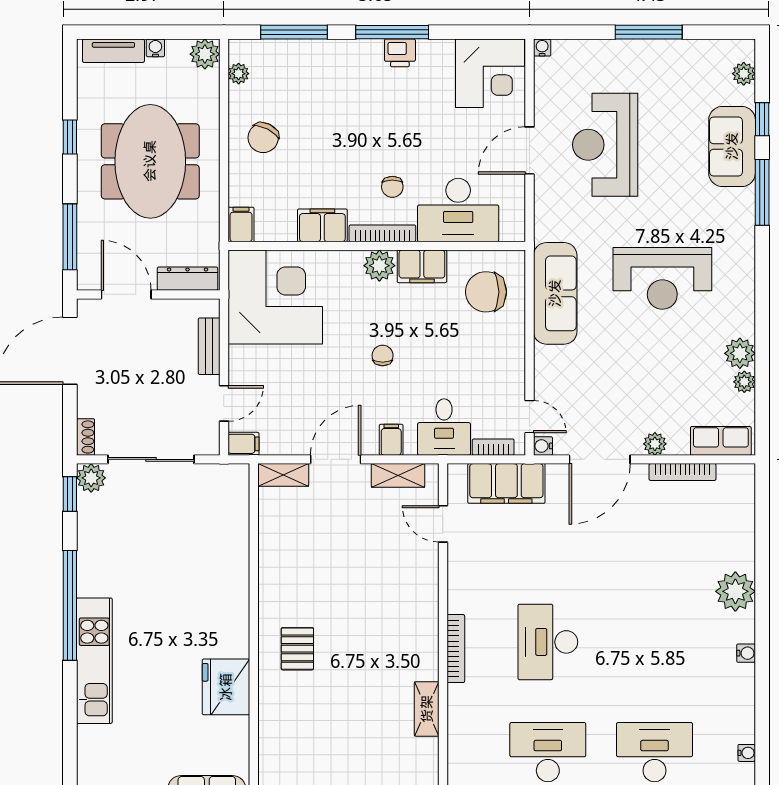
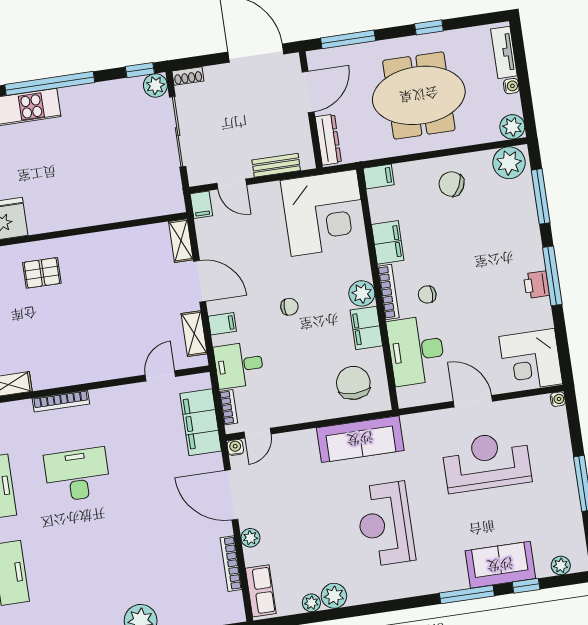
plant: (239, 74) -> (509, 163), width x1.87, depth x1.87

